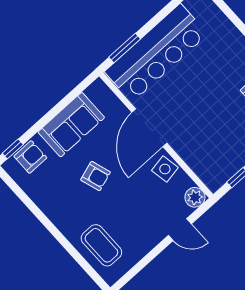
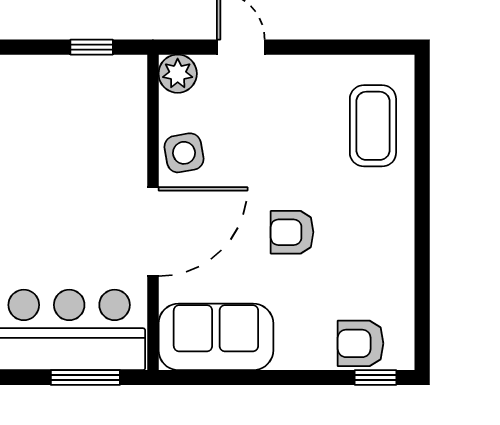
sofa: (71, 125) -> (216, 337), moved
armchair: (96, 176) -> (292, 232), turned -72

